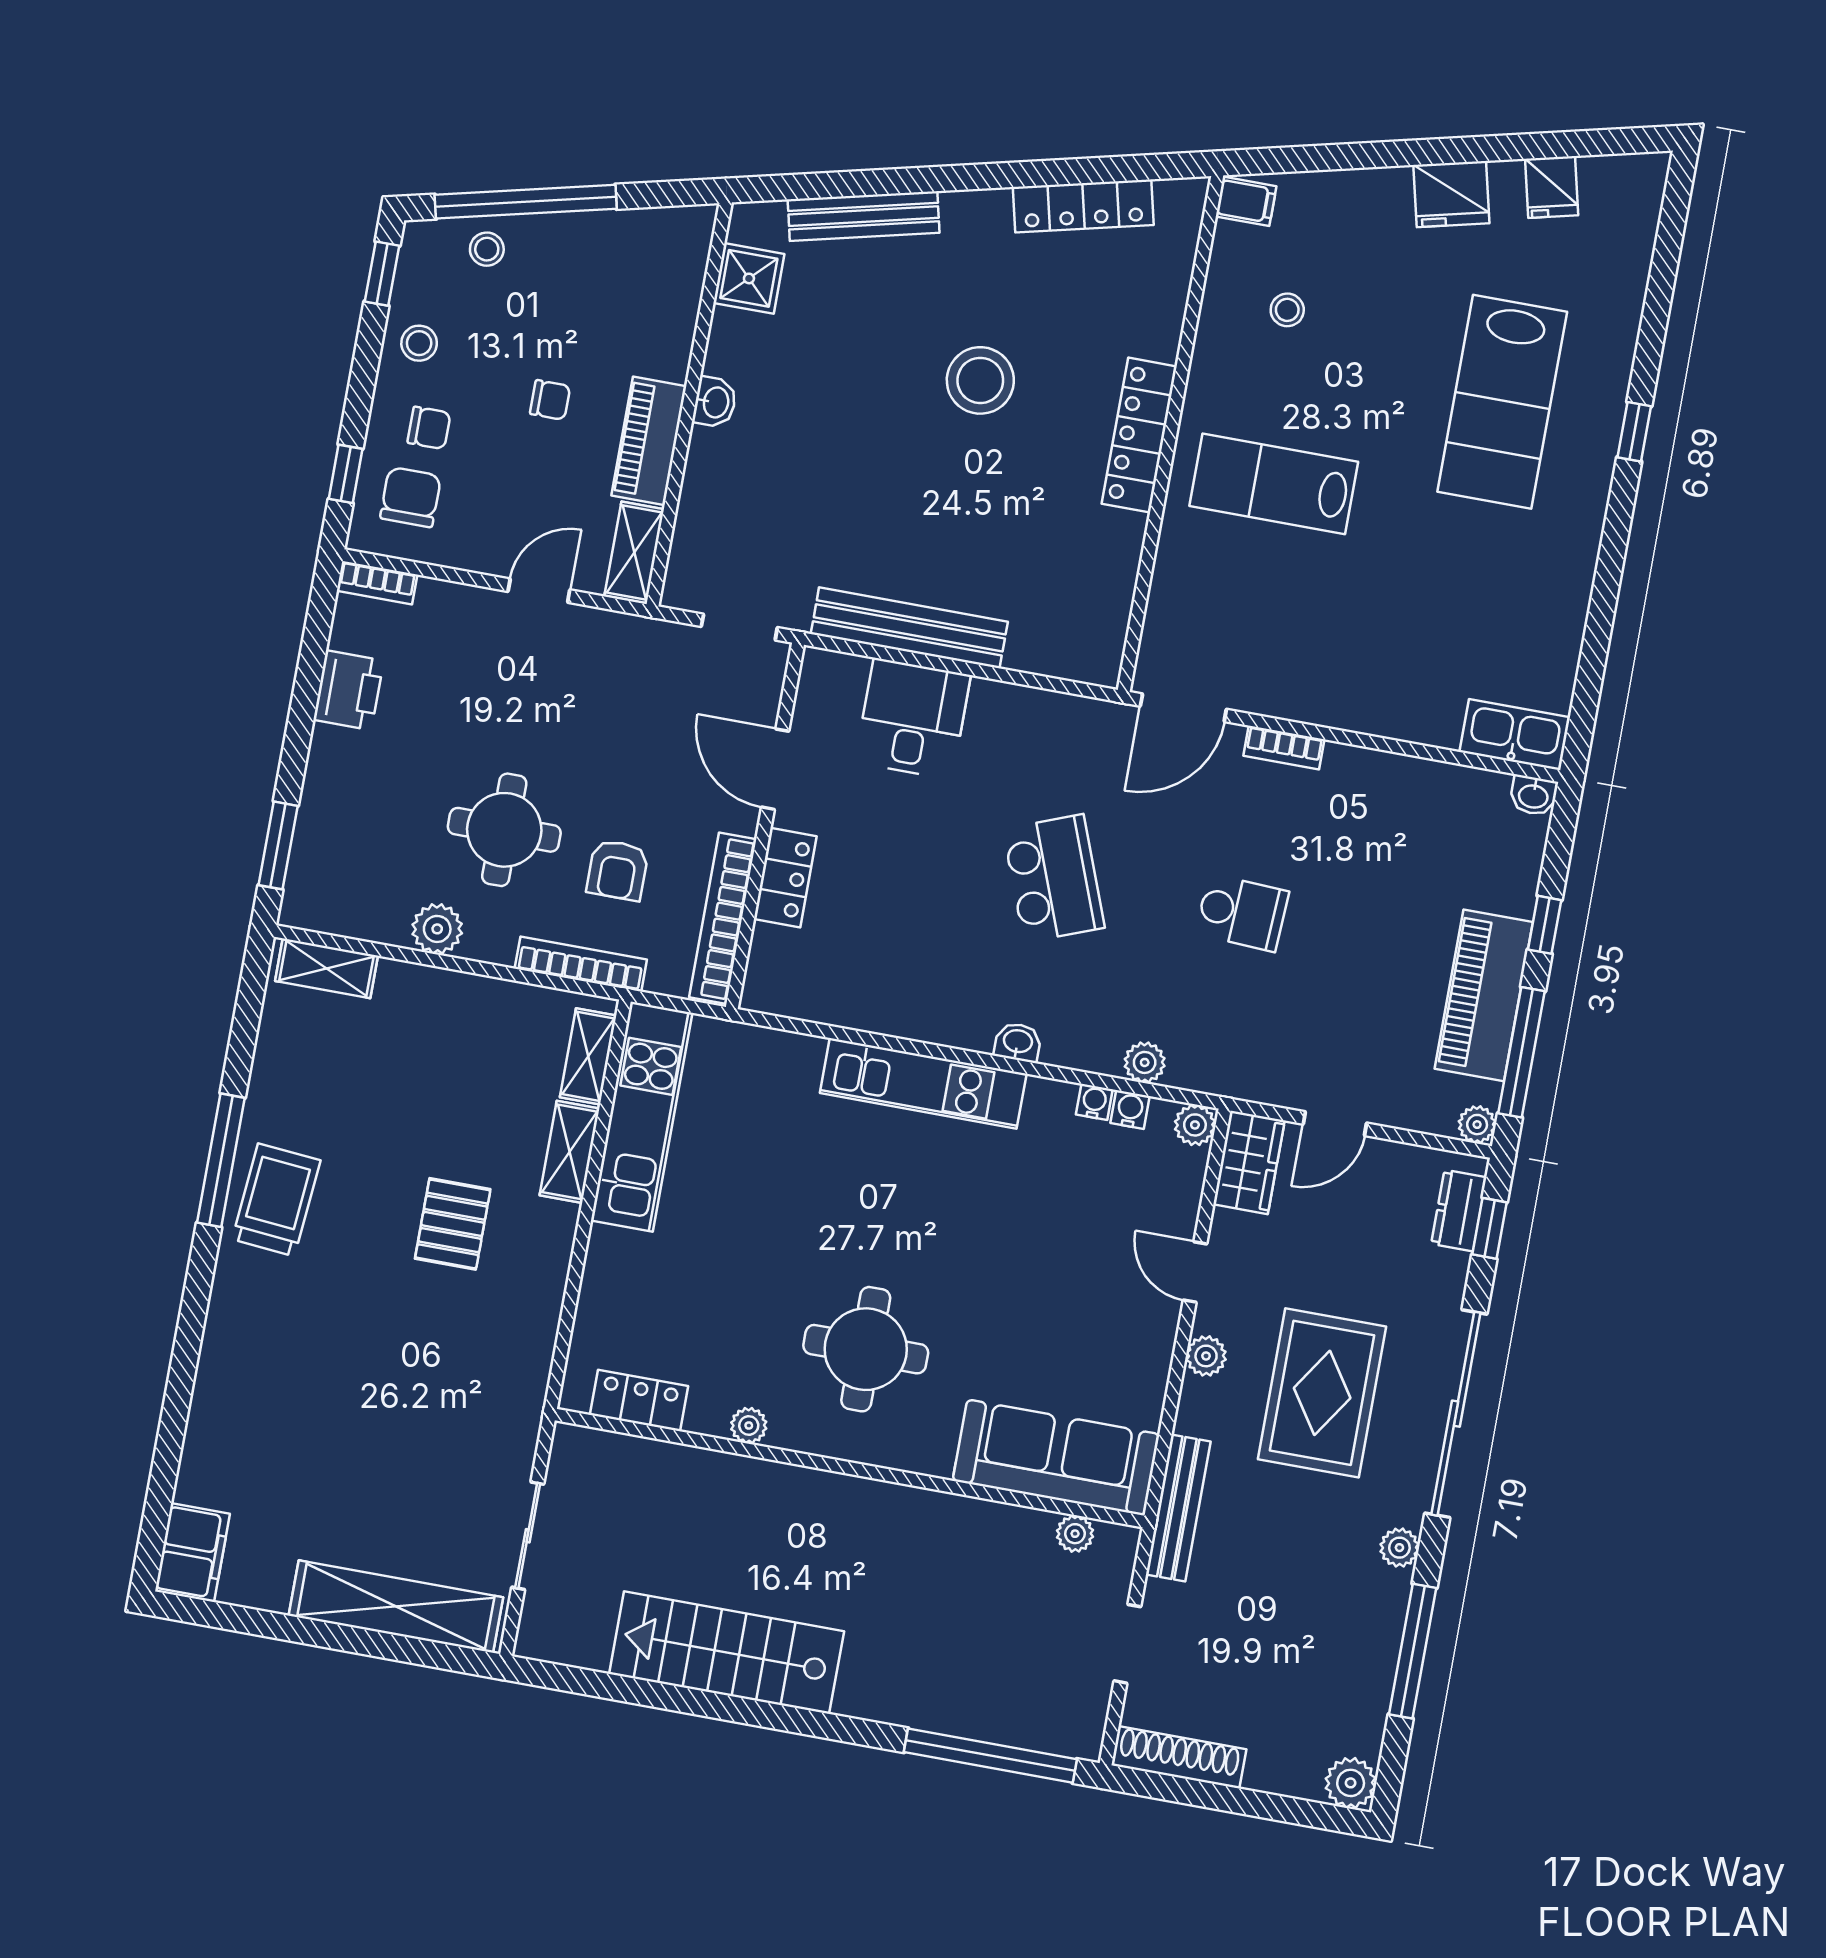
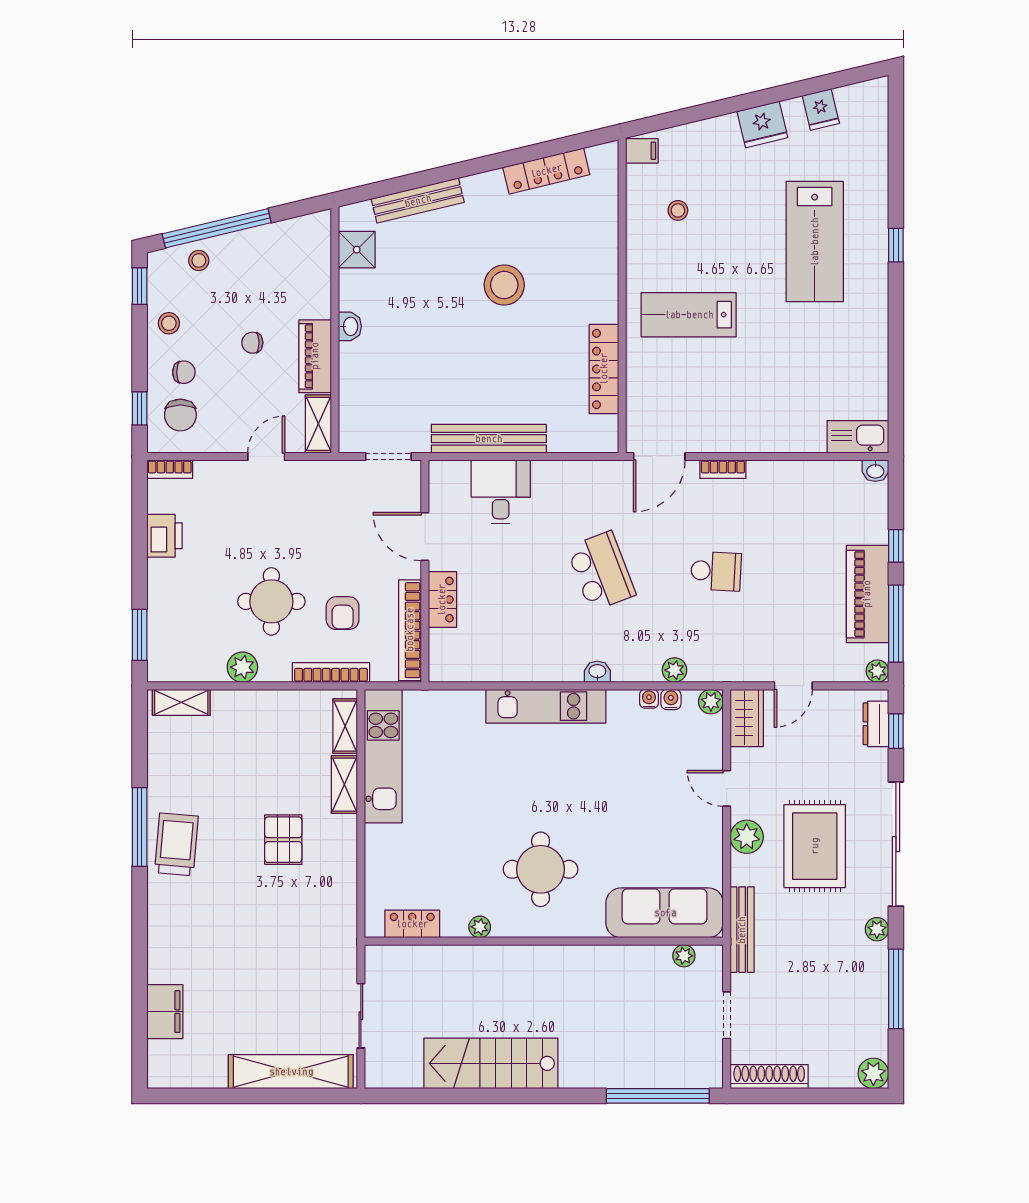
chair: (550, 400) -> (252, 343), turned 180
locker: (1139, 435) -> (604, 369), moved
chair: (411, 497) -> (180, 415), turned 180
plant: (1206, 1356) -> (747, 837), width x1.38, depth x1.38
filing cabinet: (192, 1553) -> (165, 1012), moved

